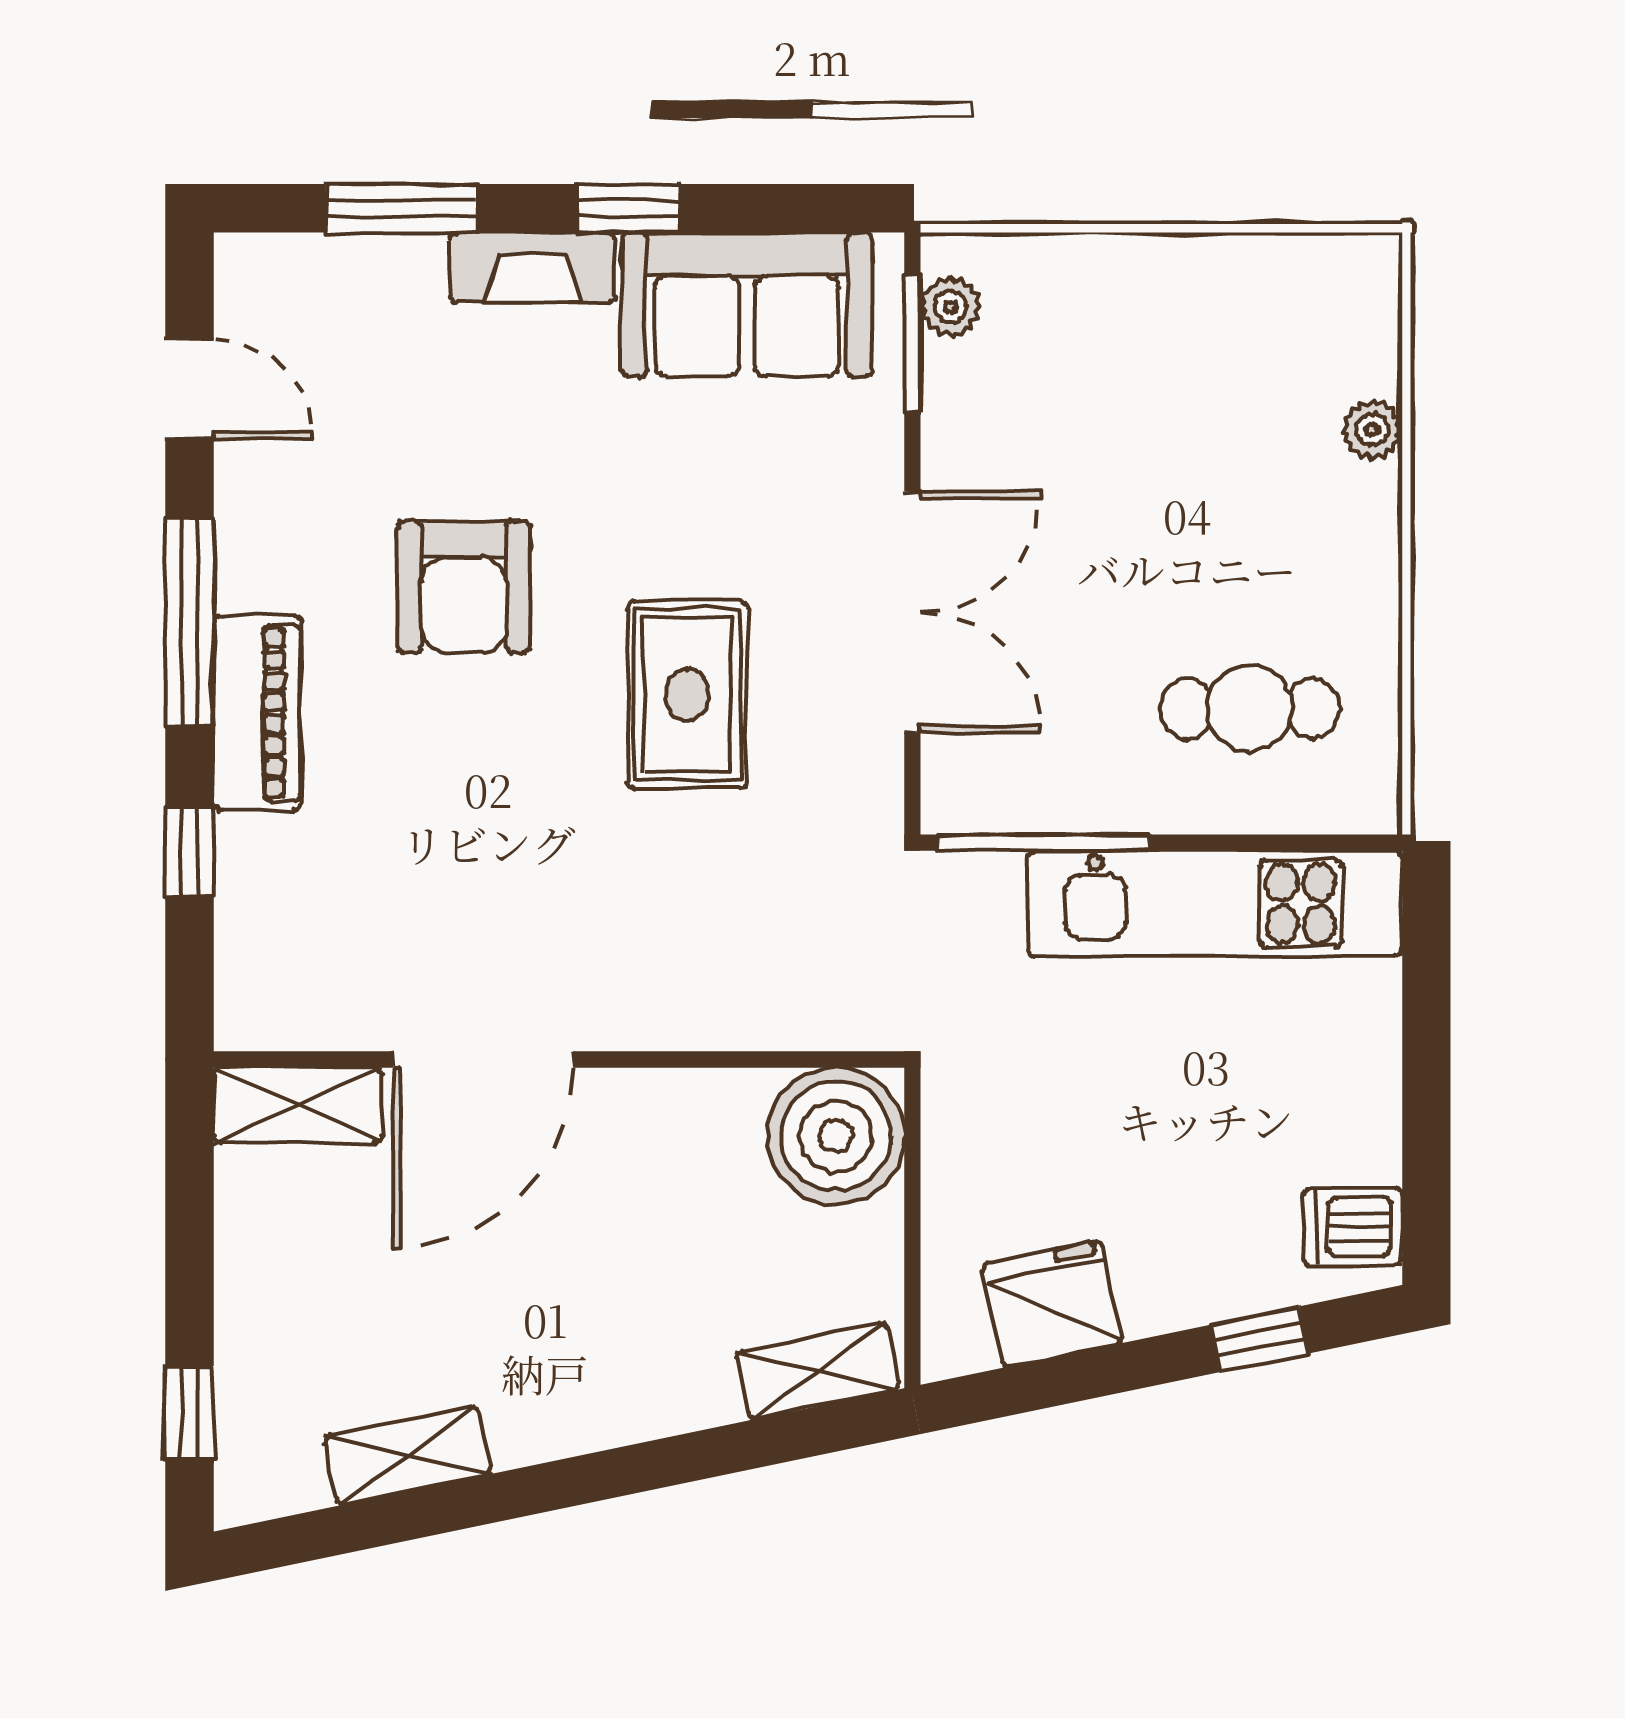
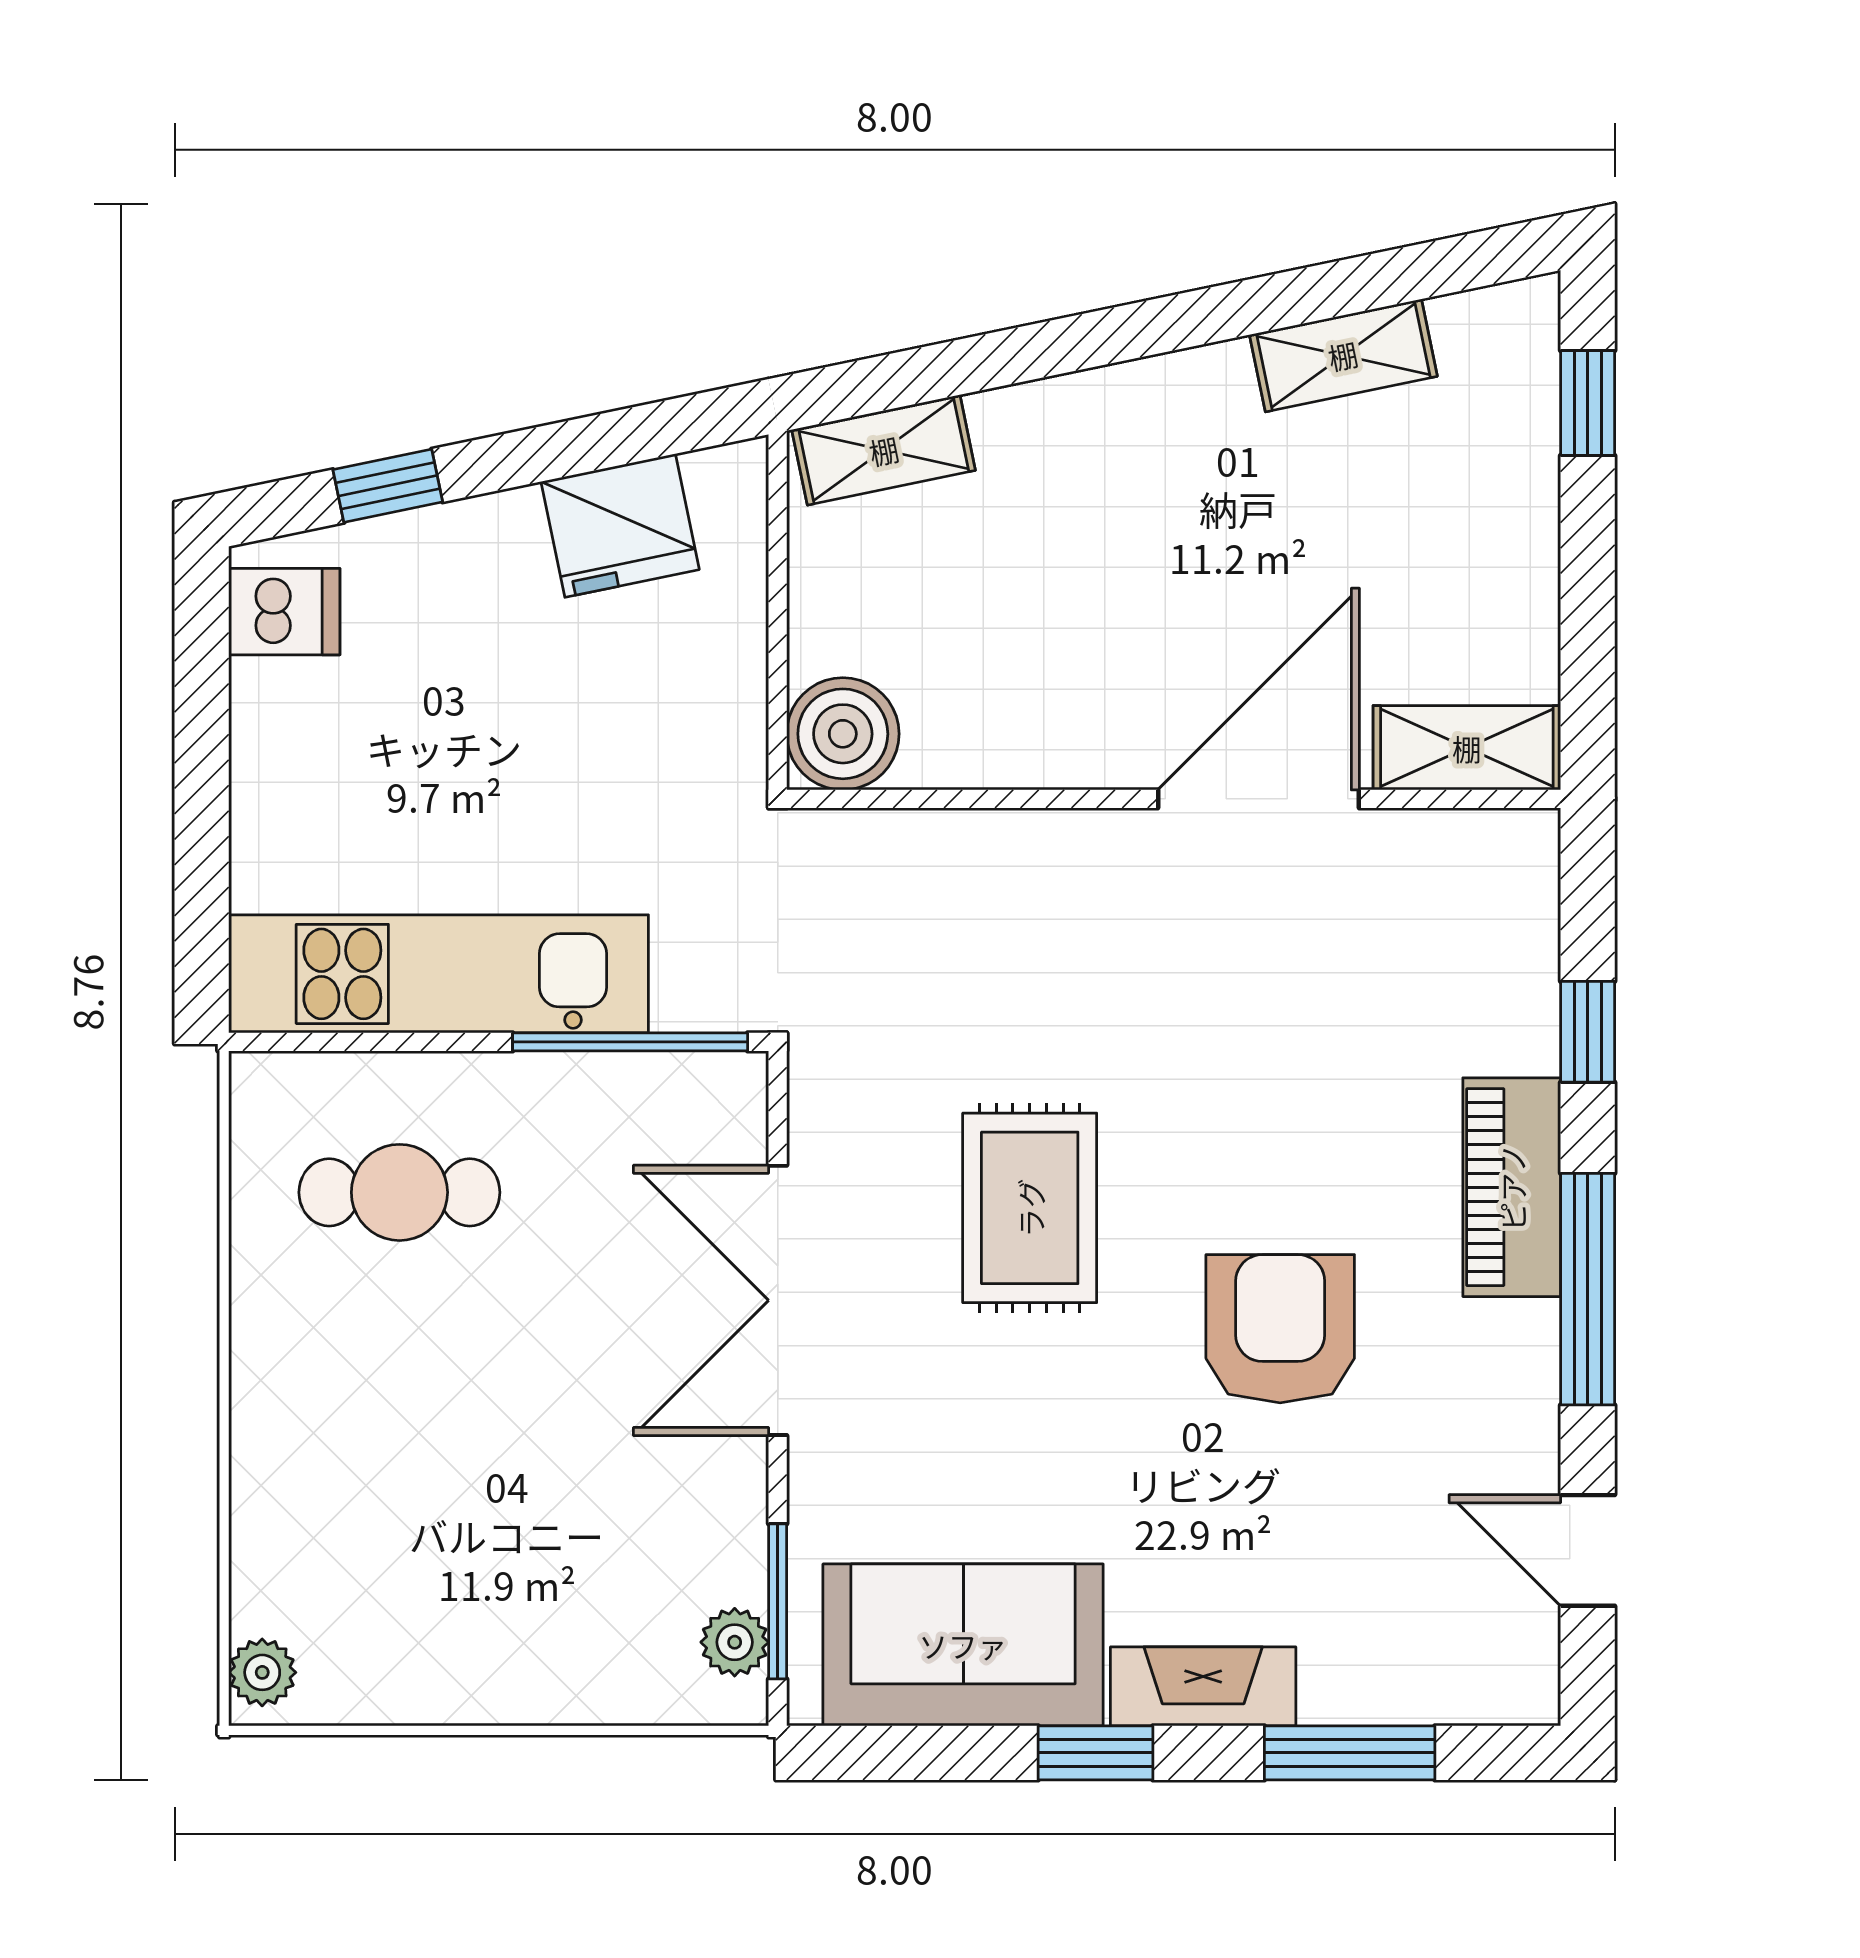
plant: (1372, 429) -> (262, 1672), moved
boiler: (836, 1136) -> (843, 734), width x0.73, depth x0.73

